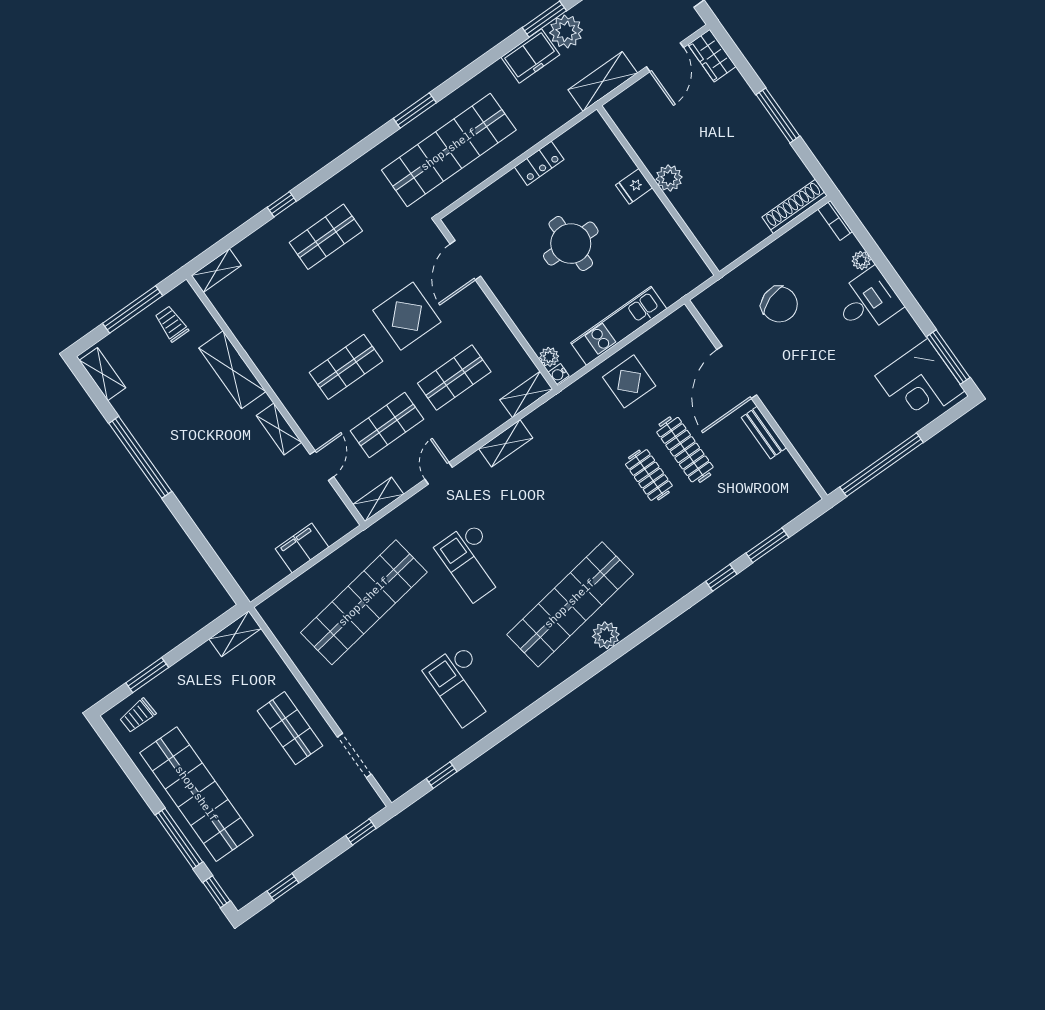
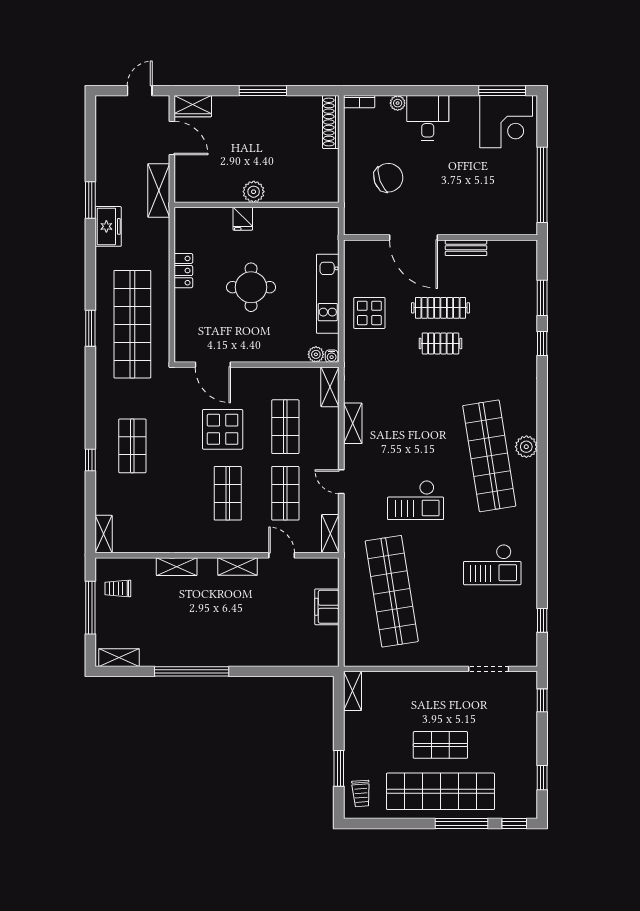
plant: (566, 31) -> (109, 191), removed
shelving: (232, 370) -> (177, 567), width x0.67, depth x0.75
shop shelf: (290, 728) -> (440, 745), moved

